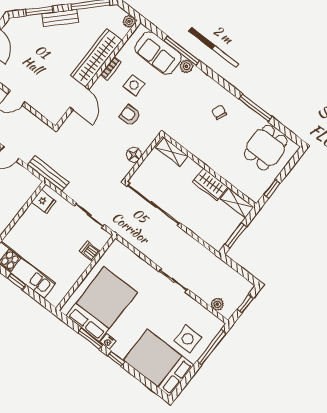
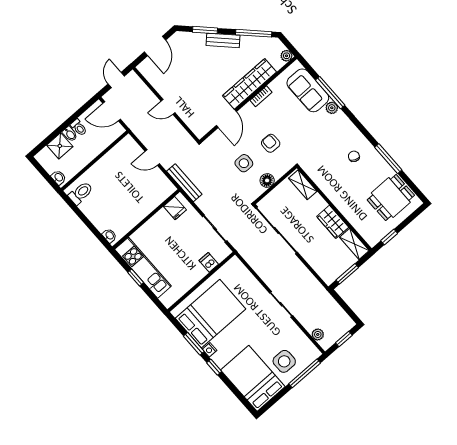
side table: (134, 85) -> (244, 163), moved

